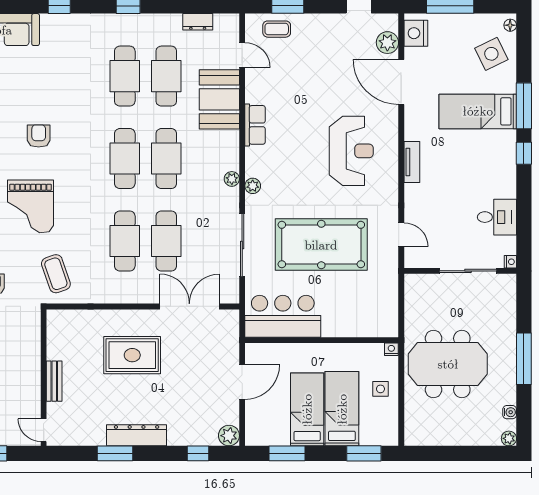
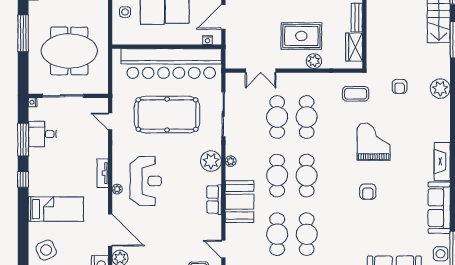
booth: (219, 99) -> (239, 202), moved
window: (524, 106) -> (23, 140), moved
plant: (391, 140) -> (117, 189), added
reception desk: (351, 151) -> (146, 181), turned 180
plant: (253, 186) -> (211, 161), width x1.87, depth x1.87
coffee table: (56, 274) -> (356, 94), turned -71
double door: (189, 306) -> (261, 71), width x0.73
bar counter: (283, 316) -> (171, 64), width x1.86
plant: (115, 320) -> (314, 61), added
wardrobe: (58, 339) -> (354, 47), added
nightstand: (391, 349) -> (207, 40), moved
meeting table: (448, 364) -> (69, 51), moved

